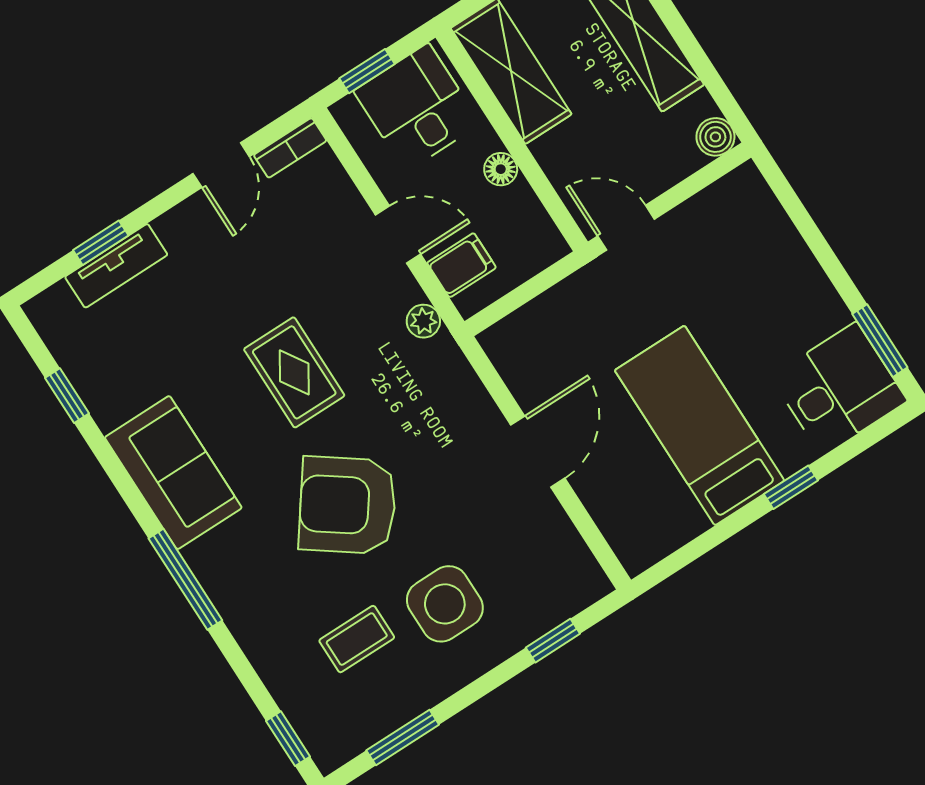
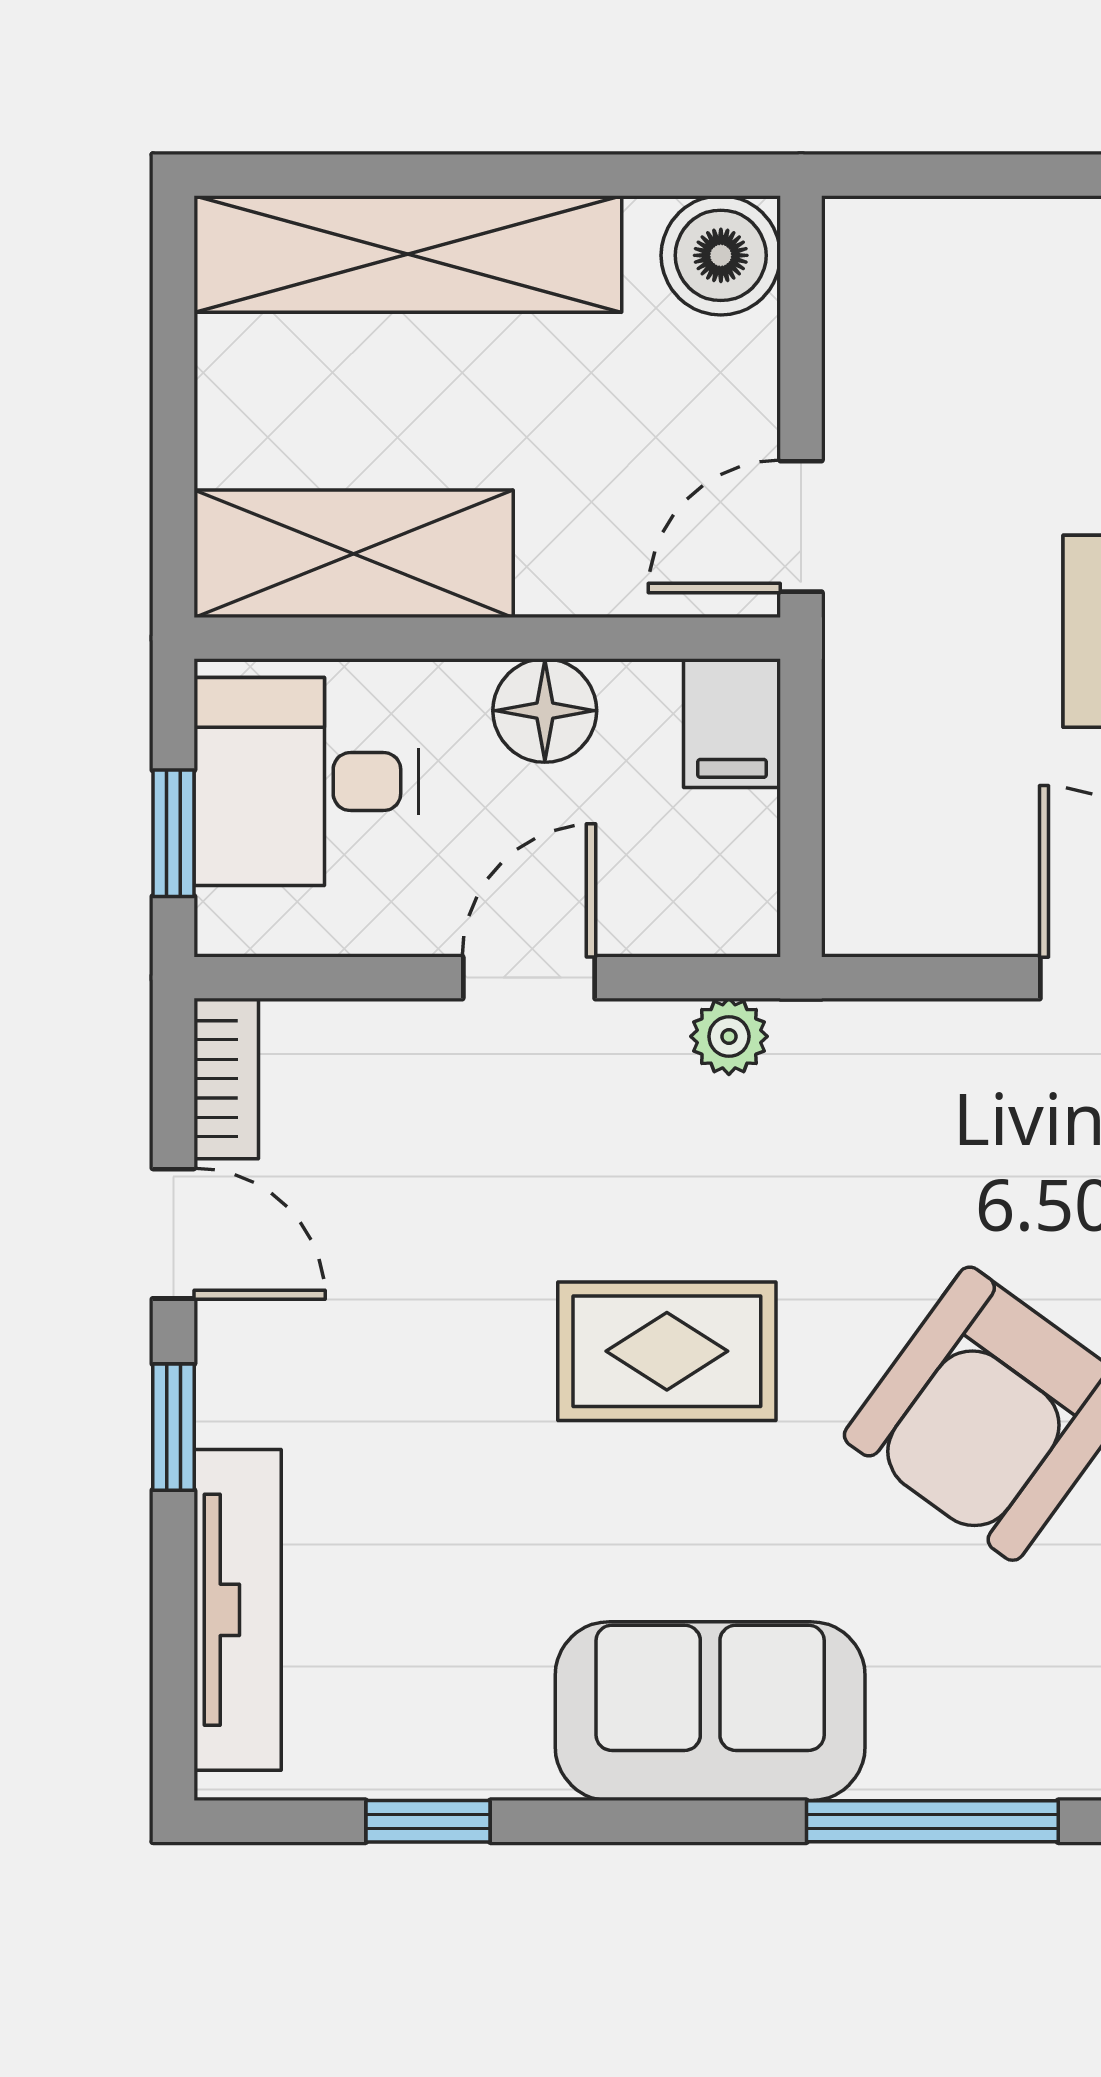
boiler: (715, 137) -> (721, 255), width x1.36, depth x1.36
floor lamp: (501, 169) -> (545, 711), width x1.37, depth x1.37
window: (101, 243) -> (173, 1427), moved
filing cabinet: (462, 265) -> (732, 723), moved, turned 180
tv unit: (116, 266) -> (238, 1610), width x1.41

